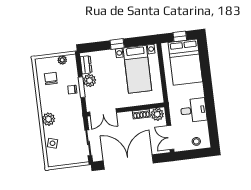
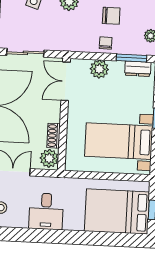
chair: (51, 78) -> (111, 16), moved
plant: (90, 81) -> (99, 69), moved
window: (82, 87) -> (131, 58), moved

